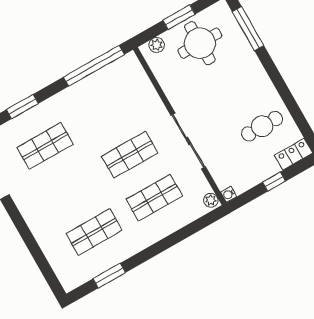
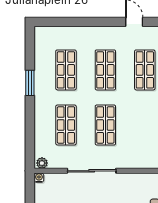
shop shelf: (70, 189) -> (105, 70), added
window: (109, 276) -> (30, 83), moved

